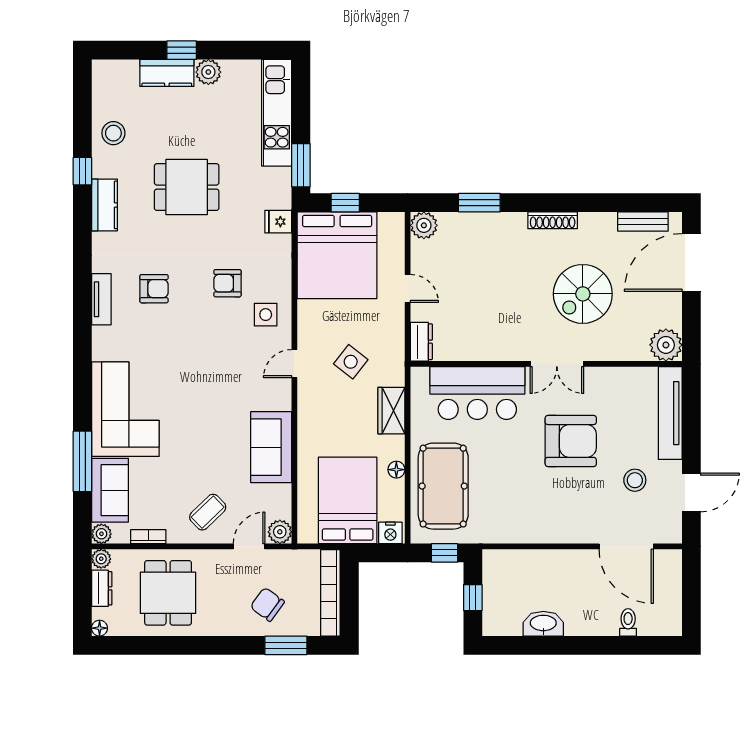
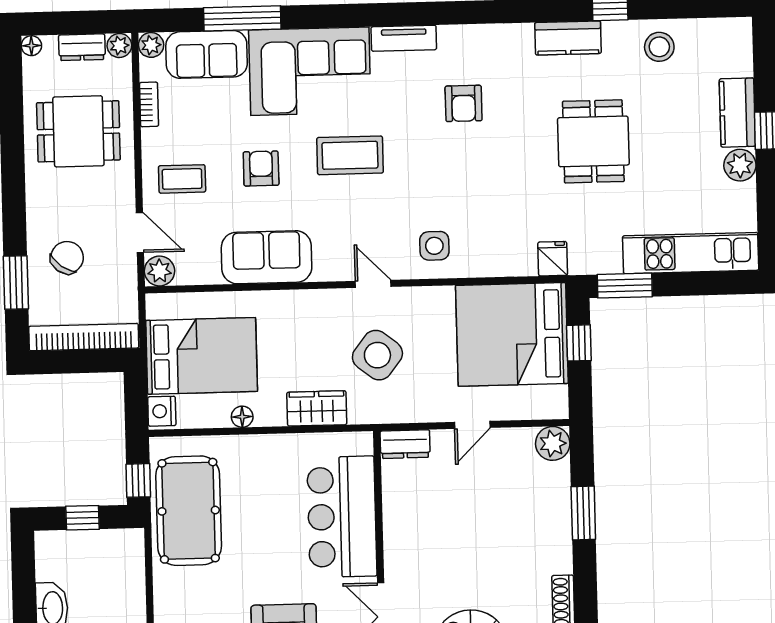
armchair: (227, 283) -> (261, 169), moved
tv unit: (101, 299) -> (404, 38), moved
side table: (351, 362) -> (377, 355), width x1.37, depth x1.37
coffee table: (193, 379) -> (350, 155), added
pool table: (443, 486) -> (189, 511), moved, turned 90
coffee table: (208, 512) -> (182, 179), turned -46

